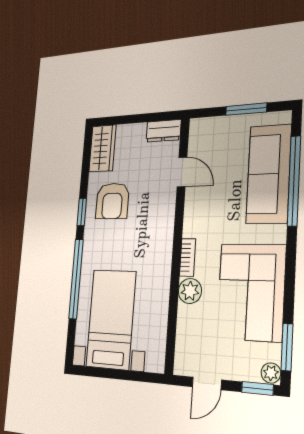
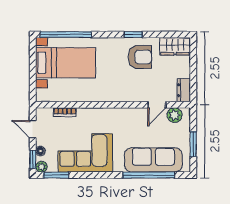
armchair: (112, 201) -> (140, 57), turned 180
bookcase: (188, 257) -> (65, 112), moved
window: (76, 279) -> (66, 35), moved
plant: (190, 291) -> (174, 115), moved
floor lamp: (244, 373) -> (40, 151), added

